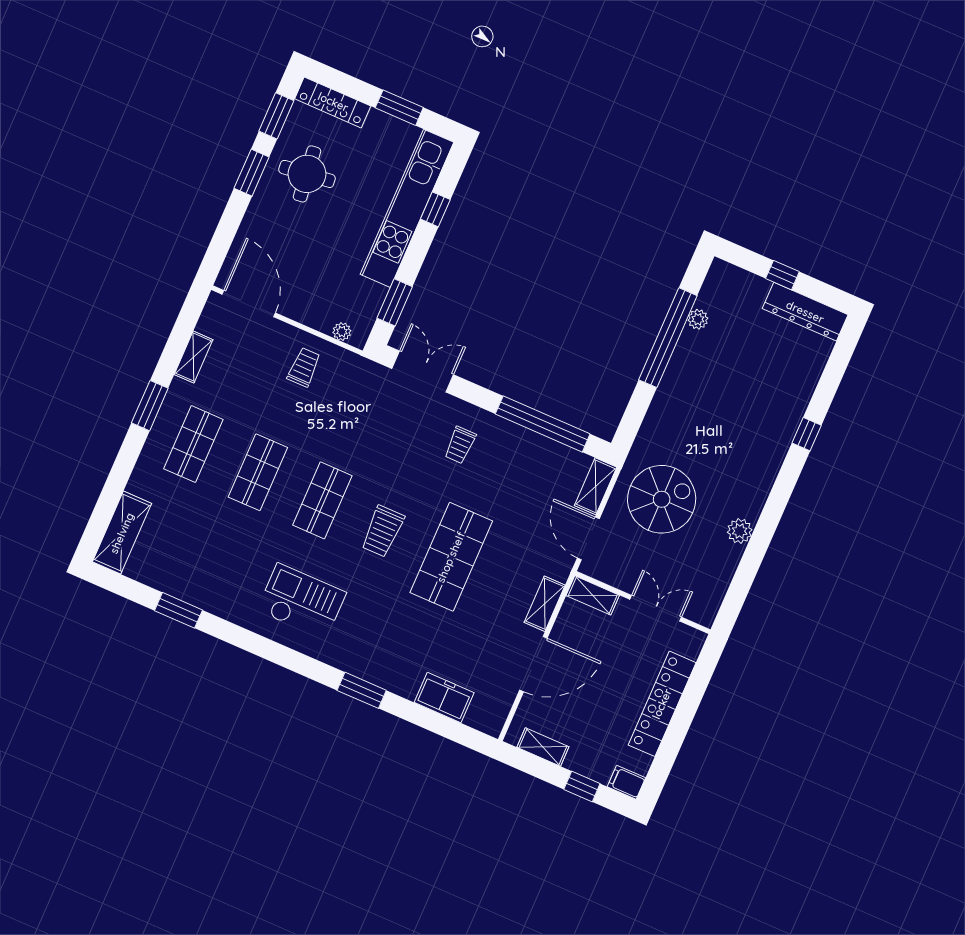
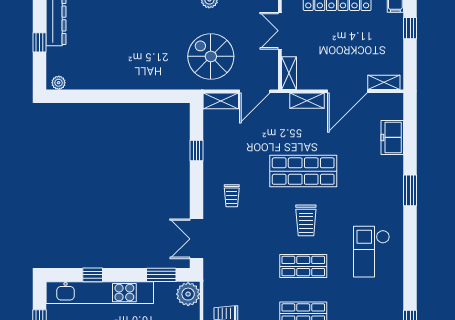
plant: (698, 319) -> (59, 83), moved
plant: (342, 332) -> (188, 294), width x1.87, depth x1.87
window: (668, 338) -> (109, 96), removed
window: (543, 424) -> (196, 150), width x0.32
trolley: (460, 445) -> (232, 196), turned 90
trolley: (383, 531) -> (306, 220), turned 90
door: (533, 664) -> (347, 91), swing flipped
shelving: (543, 747) -> (384, 82), moved, turned 90

